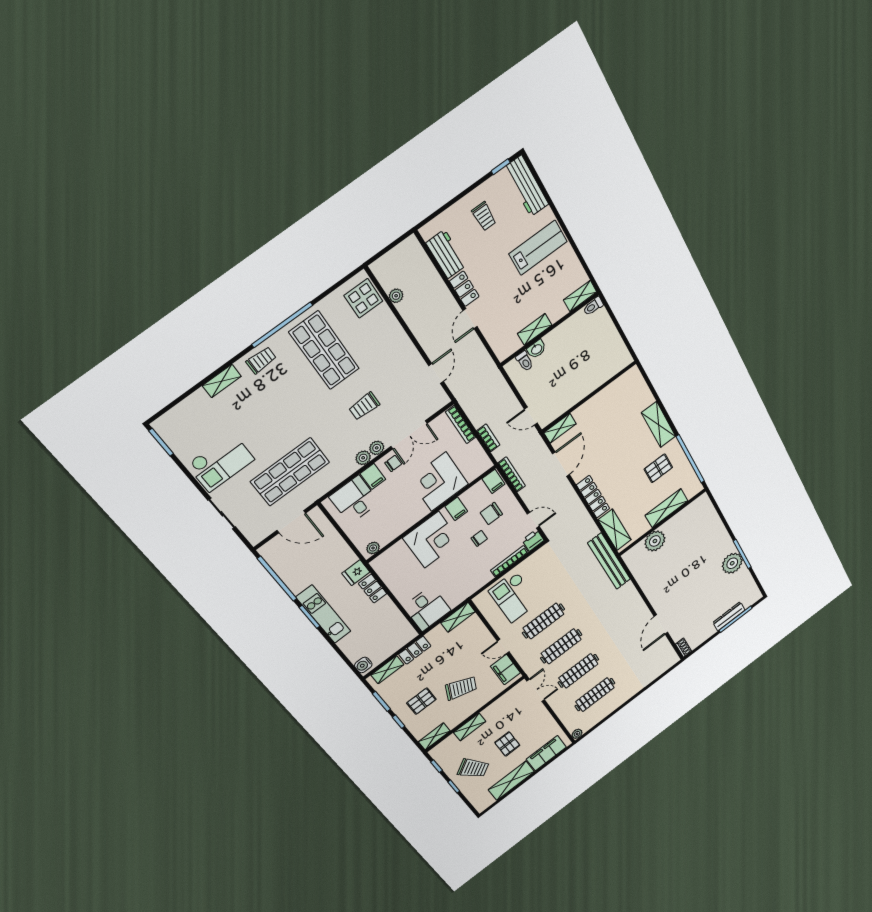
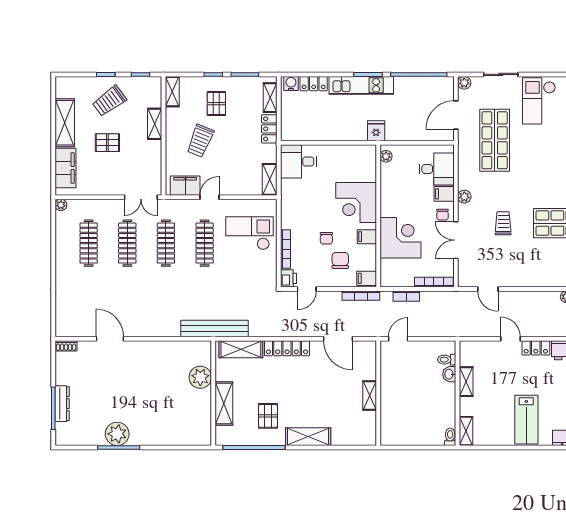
shelving: (560, 428) -> (370, 396), moved
plant: (377, 448) -> (464, 83), moved
locker: (373, 589) -> (314, 84), moved, turned 180

